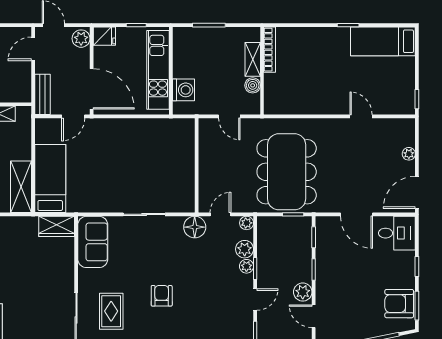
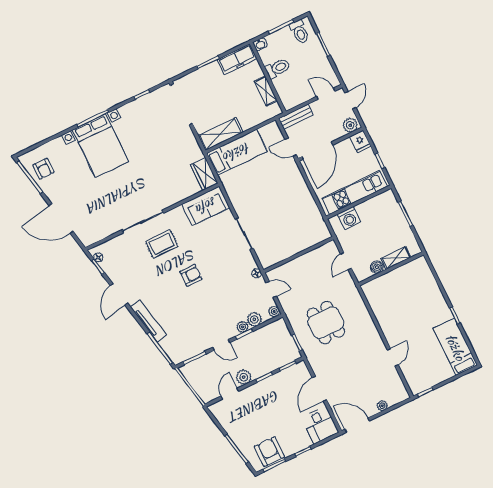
bookcase: (270, 50) -> (409, 267), removed
dining table: (287, 172) -> (326, 323), width x0.53, depth x0.80
floor lamp: (195, 227) -> (257, 273), width x0.53, depth x0.53

